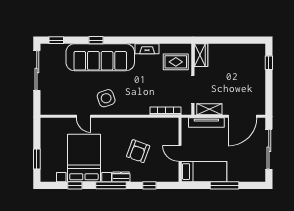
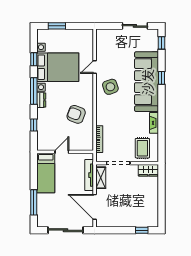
sliding door: (37, 71) -> (135, 26), width x0.73
armchair: (138, 151) -> (76, 114), moved
window: (225, 185) -> (34, 202), moved

